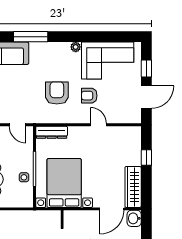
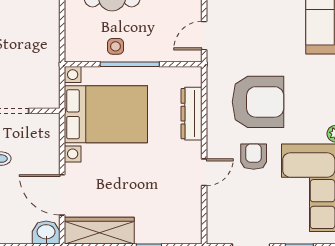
armchair: (57, 93) -> (258, 102), width x1.36, depth x1.36
dresser: (52, 132) -> (192, 114), moved

